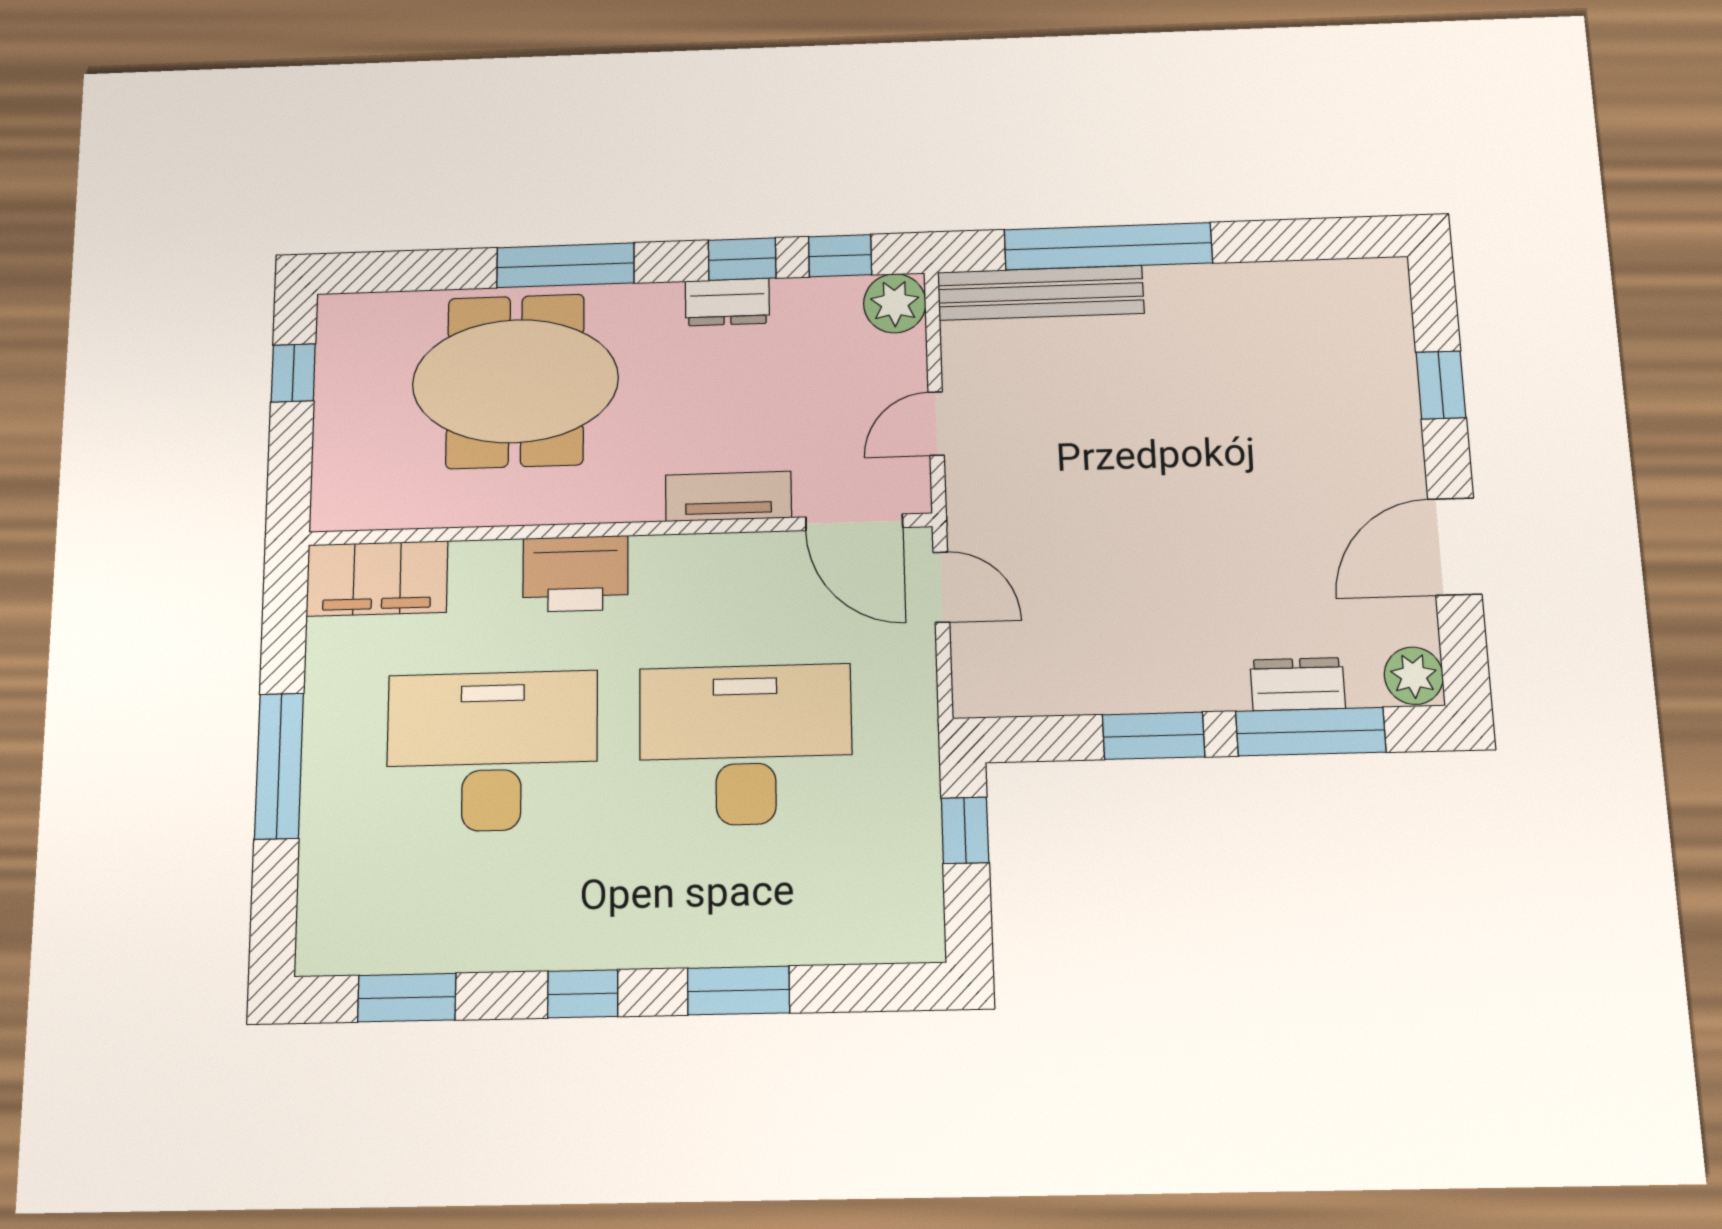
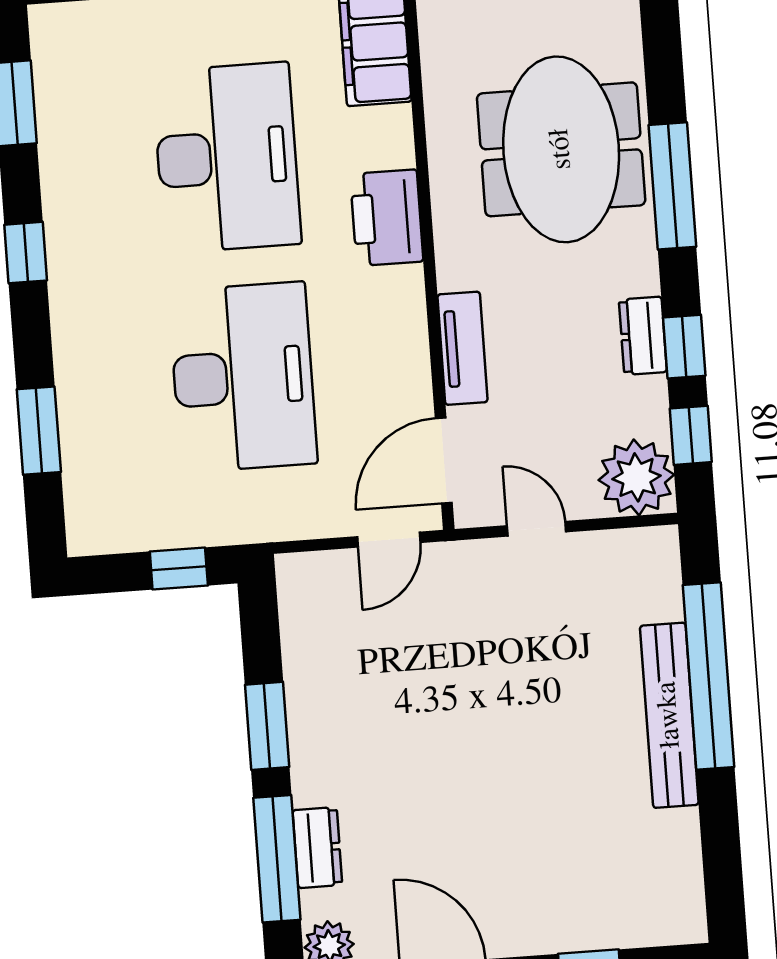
bench: (1041, 293) -> (669, 715), moved
plant: (895, 303) -> (636, 477), width x1.36, depth x1.36
window: (738, 991) -> (39, 431), moved

